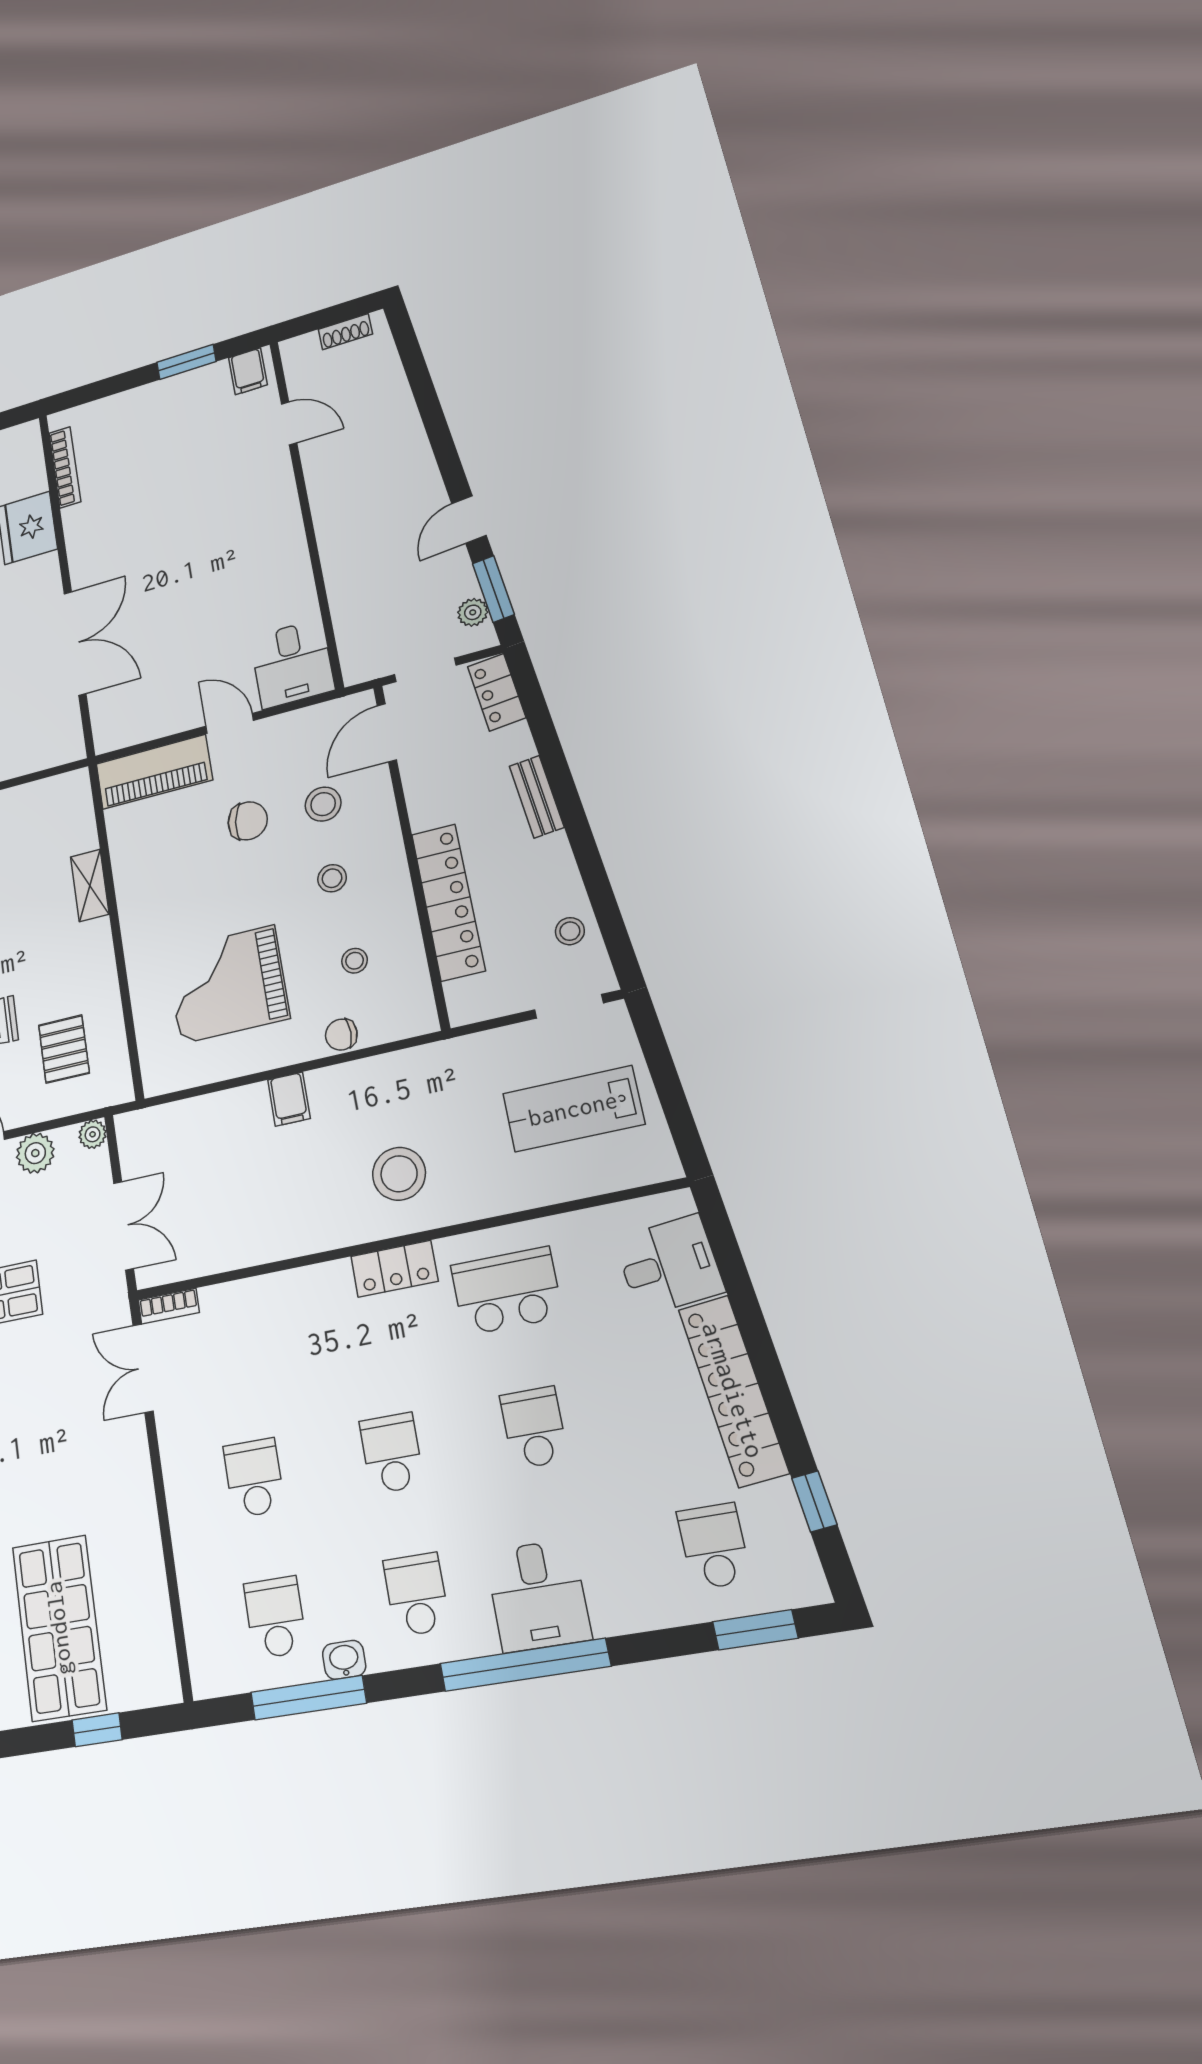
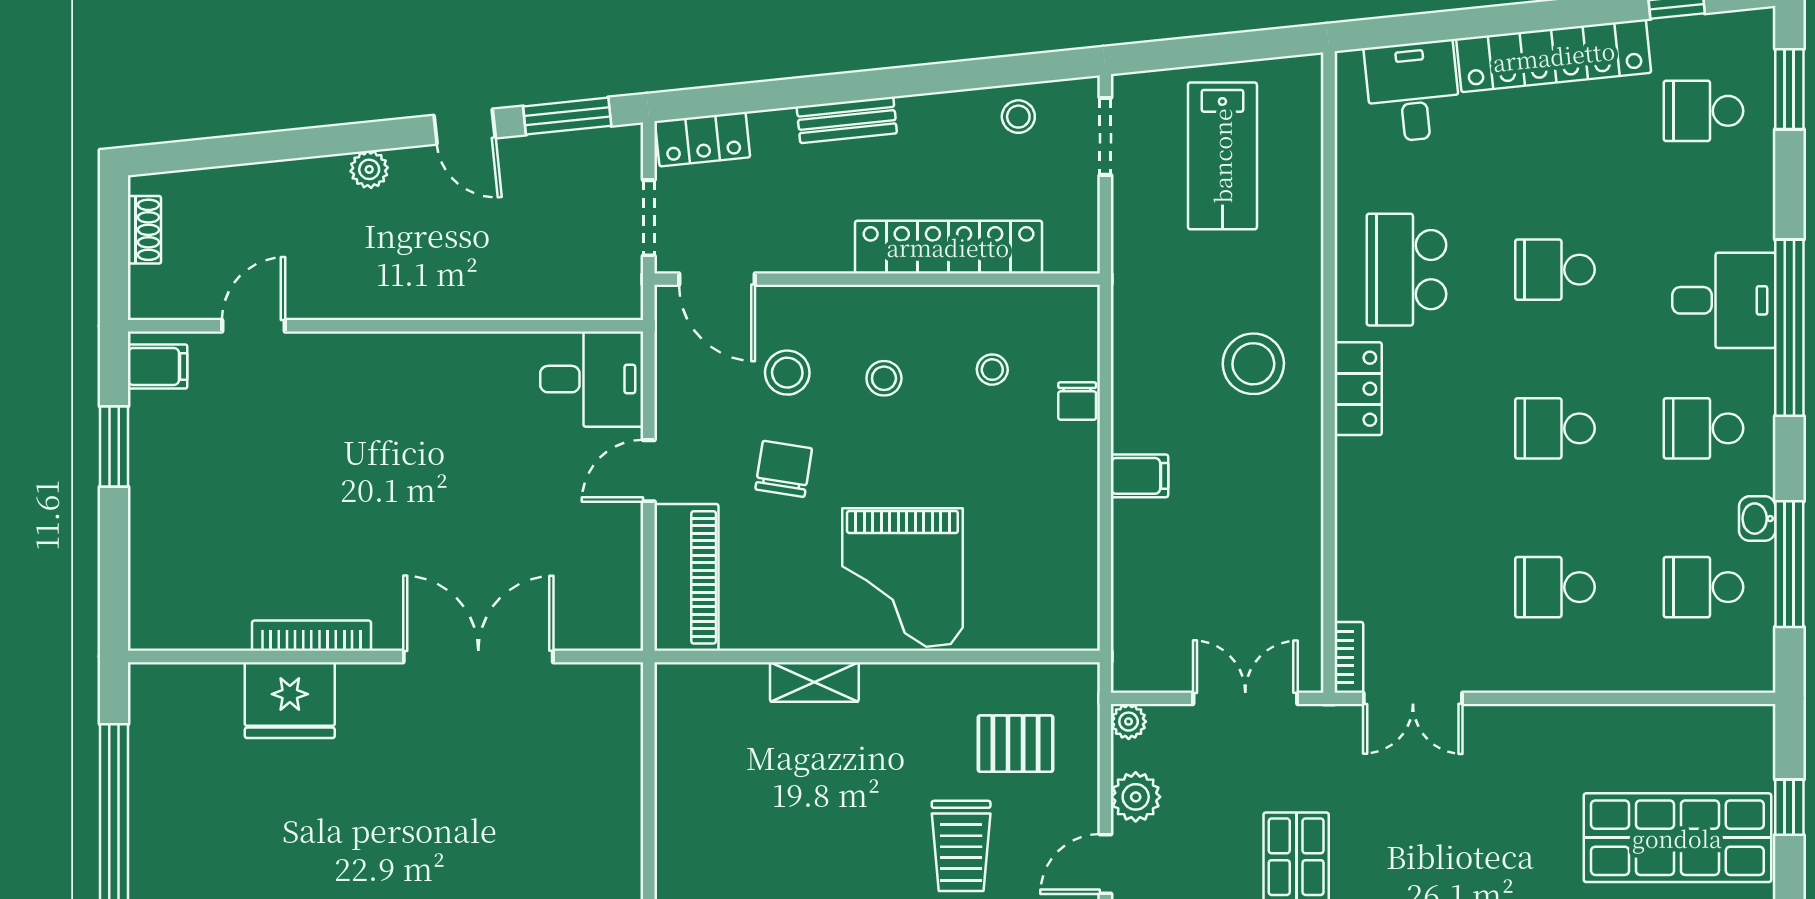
bookcase: (65, 467) -> (311, 636), moved
plant: (473, 612) -> (369, 169), moved
grand piano: (227, 984) -> (902, 578), moved

